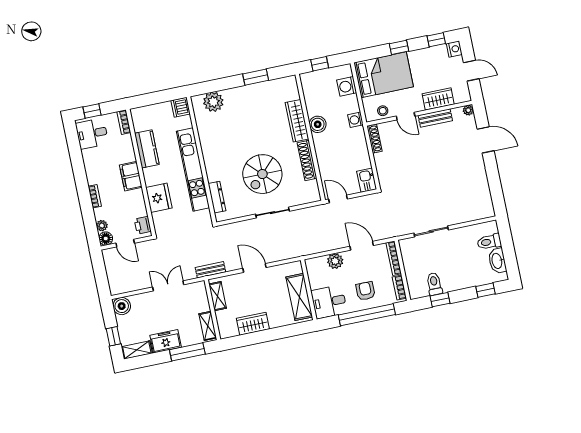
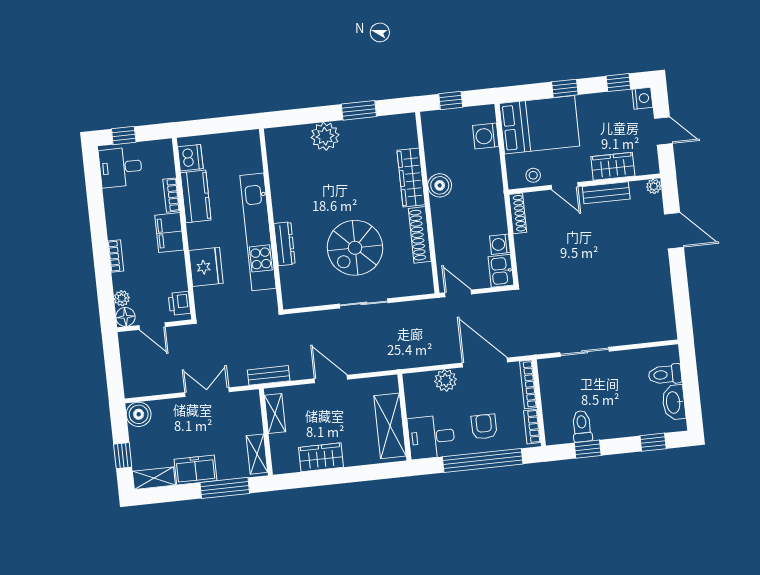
plant: (213, 102) -> (325, 136), moved
dishwasher: (181, 107) -> (190, 158), moved, turned 180
washing machine: (355, 120) -> (500, 244), moved
bookcase: (124, 122) -> (171, 195), moved
dresser: (217, 197) -> (285, 244), moved
door: (362, 246) -> (485, 363), width x1.36

